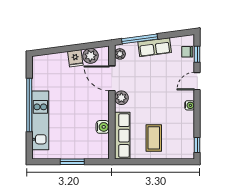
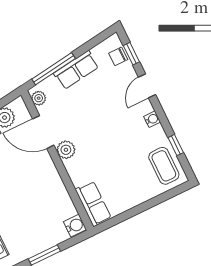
water cooler: (103, 127) -> (75, 226), moved
row of seats: (122, 136) -> (93, 204), width x0.68
coffee table: (154, 138) -> (164, 166), moved
window: (197, 145) -> (176, 145), moved

